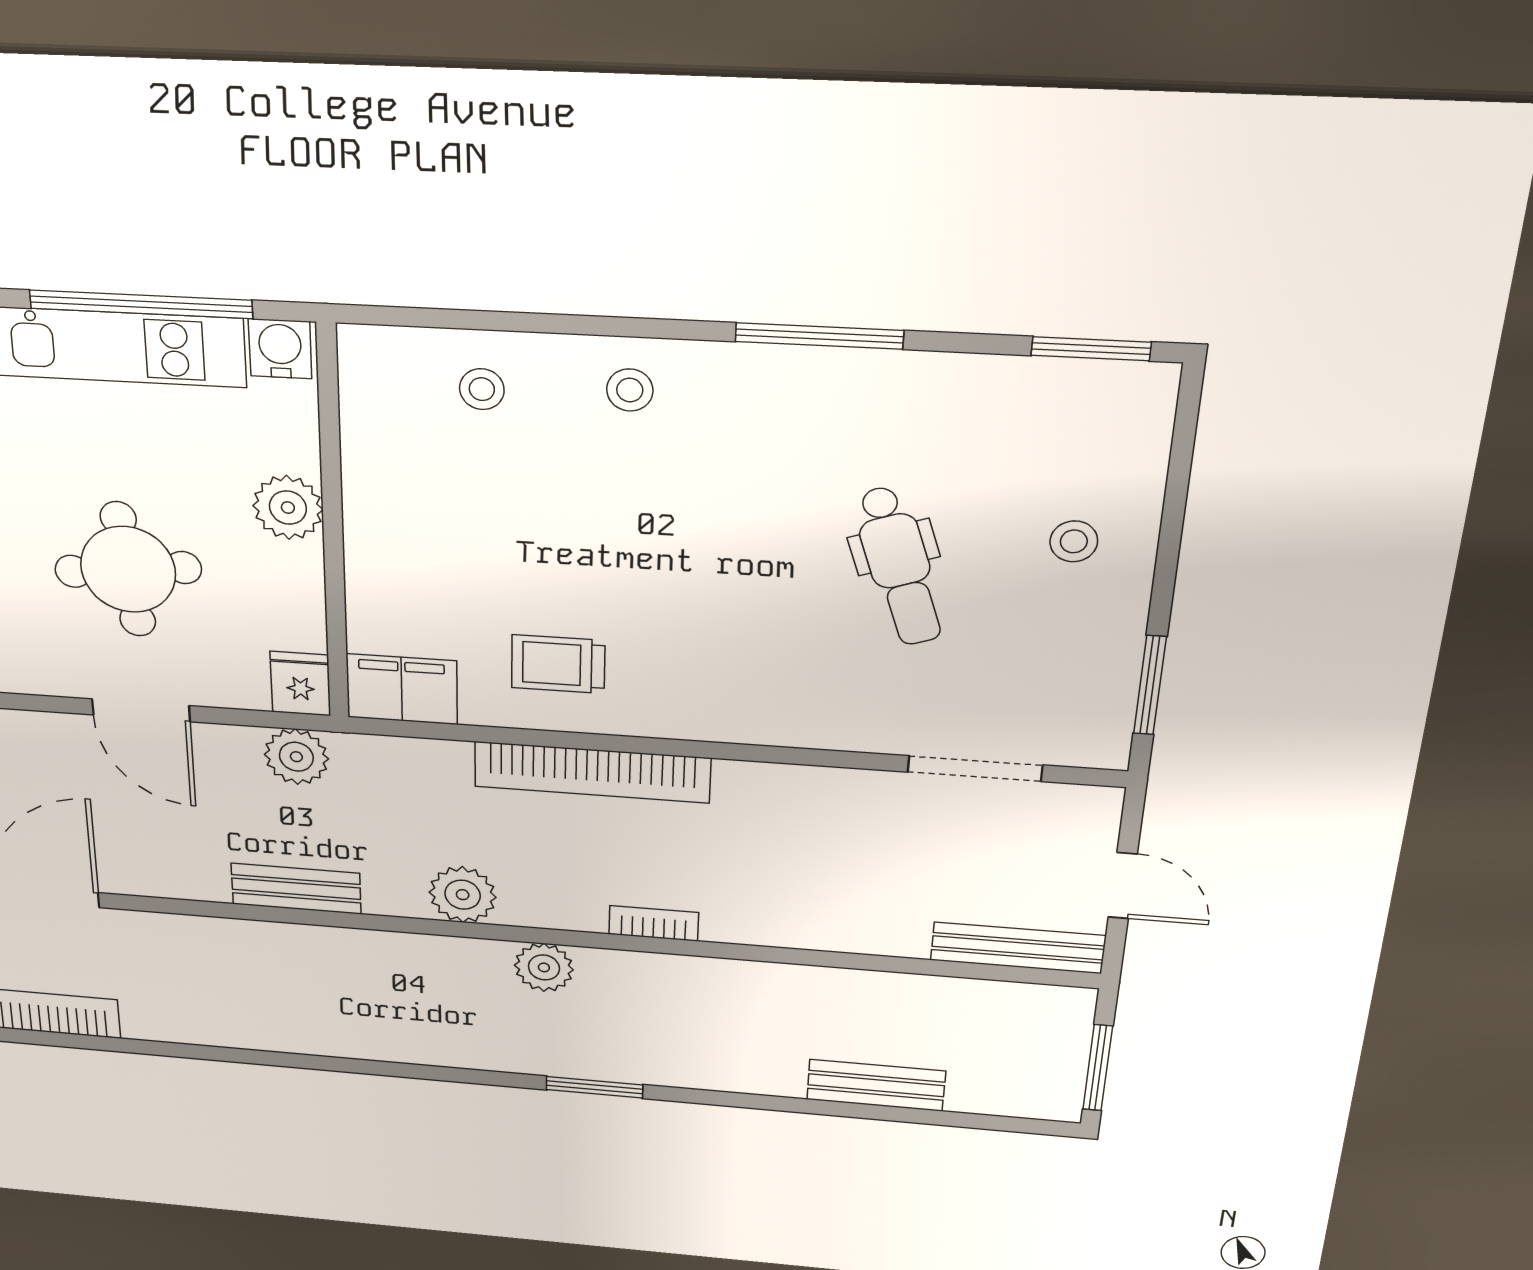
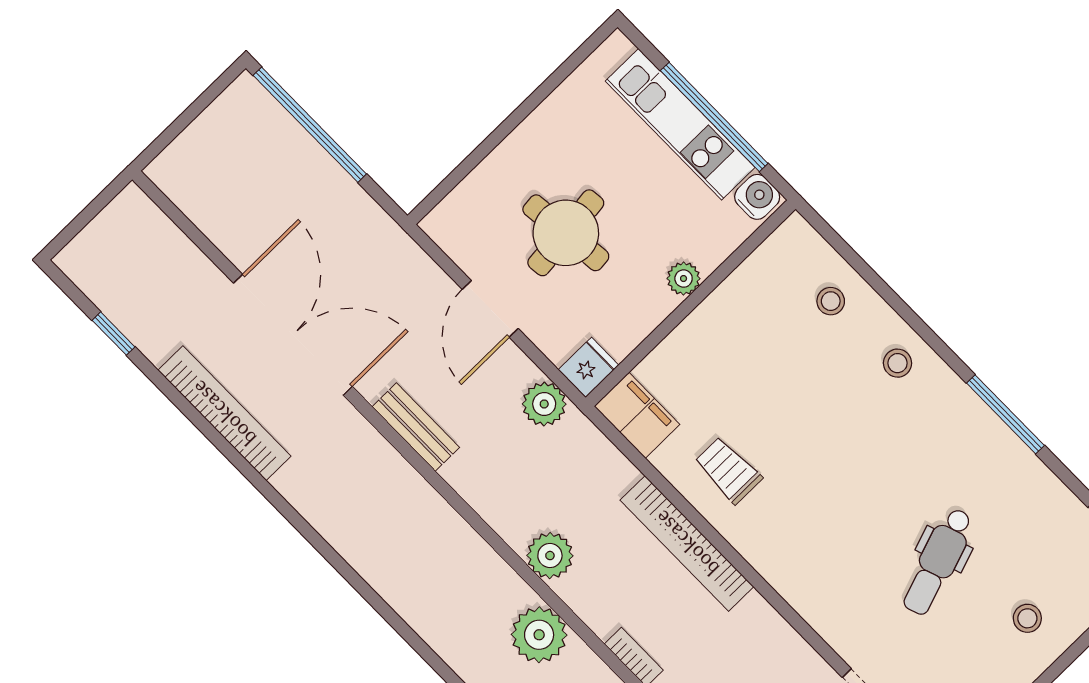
plant: (288, 508) -> (684, 279), width x0.73, depth x0.73
bench: (296, 889) -> (416, 427), moved
plant: (544, 967) -> (539, 635), width x1.36, depth x1.36

